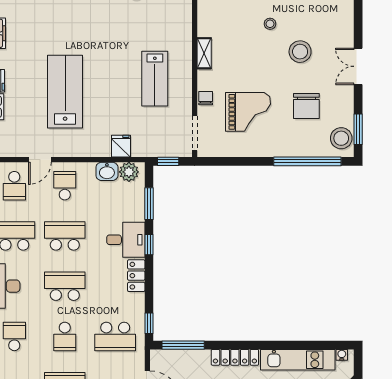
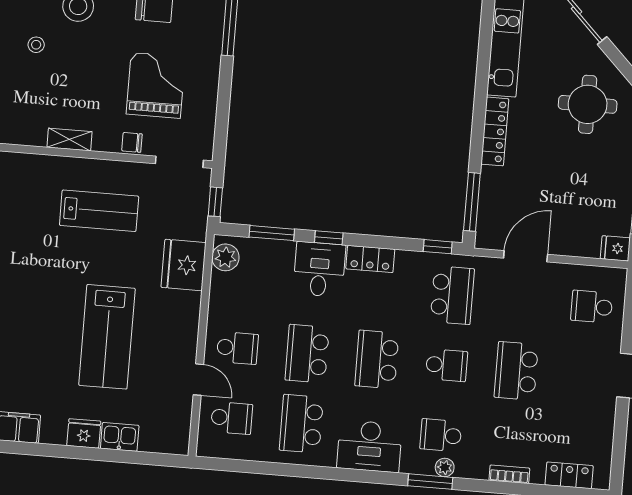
lab bench: (65, 92) -> (107, 337), turned -90
fridge: (121, 146) -> (184, 265), width x1.88, depth x1.34
washbasin: (107, 171) -> (222, 288), removed
school desk: (65, 186) -> (237, 348), turned 180

